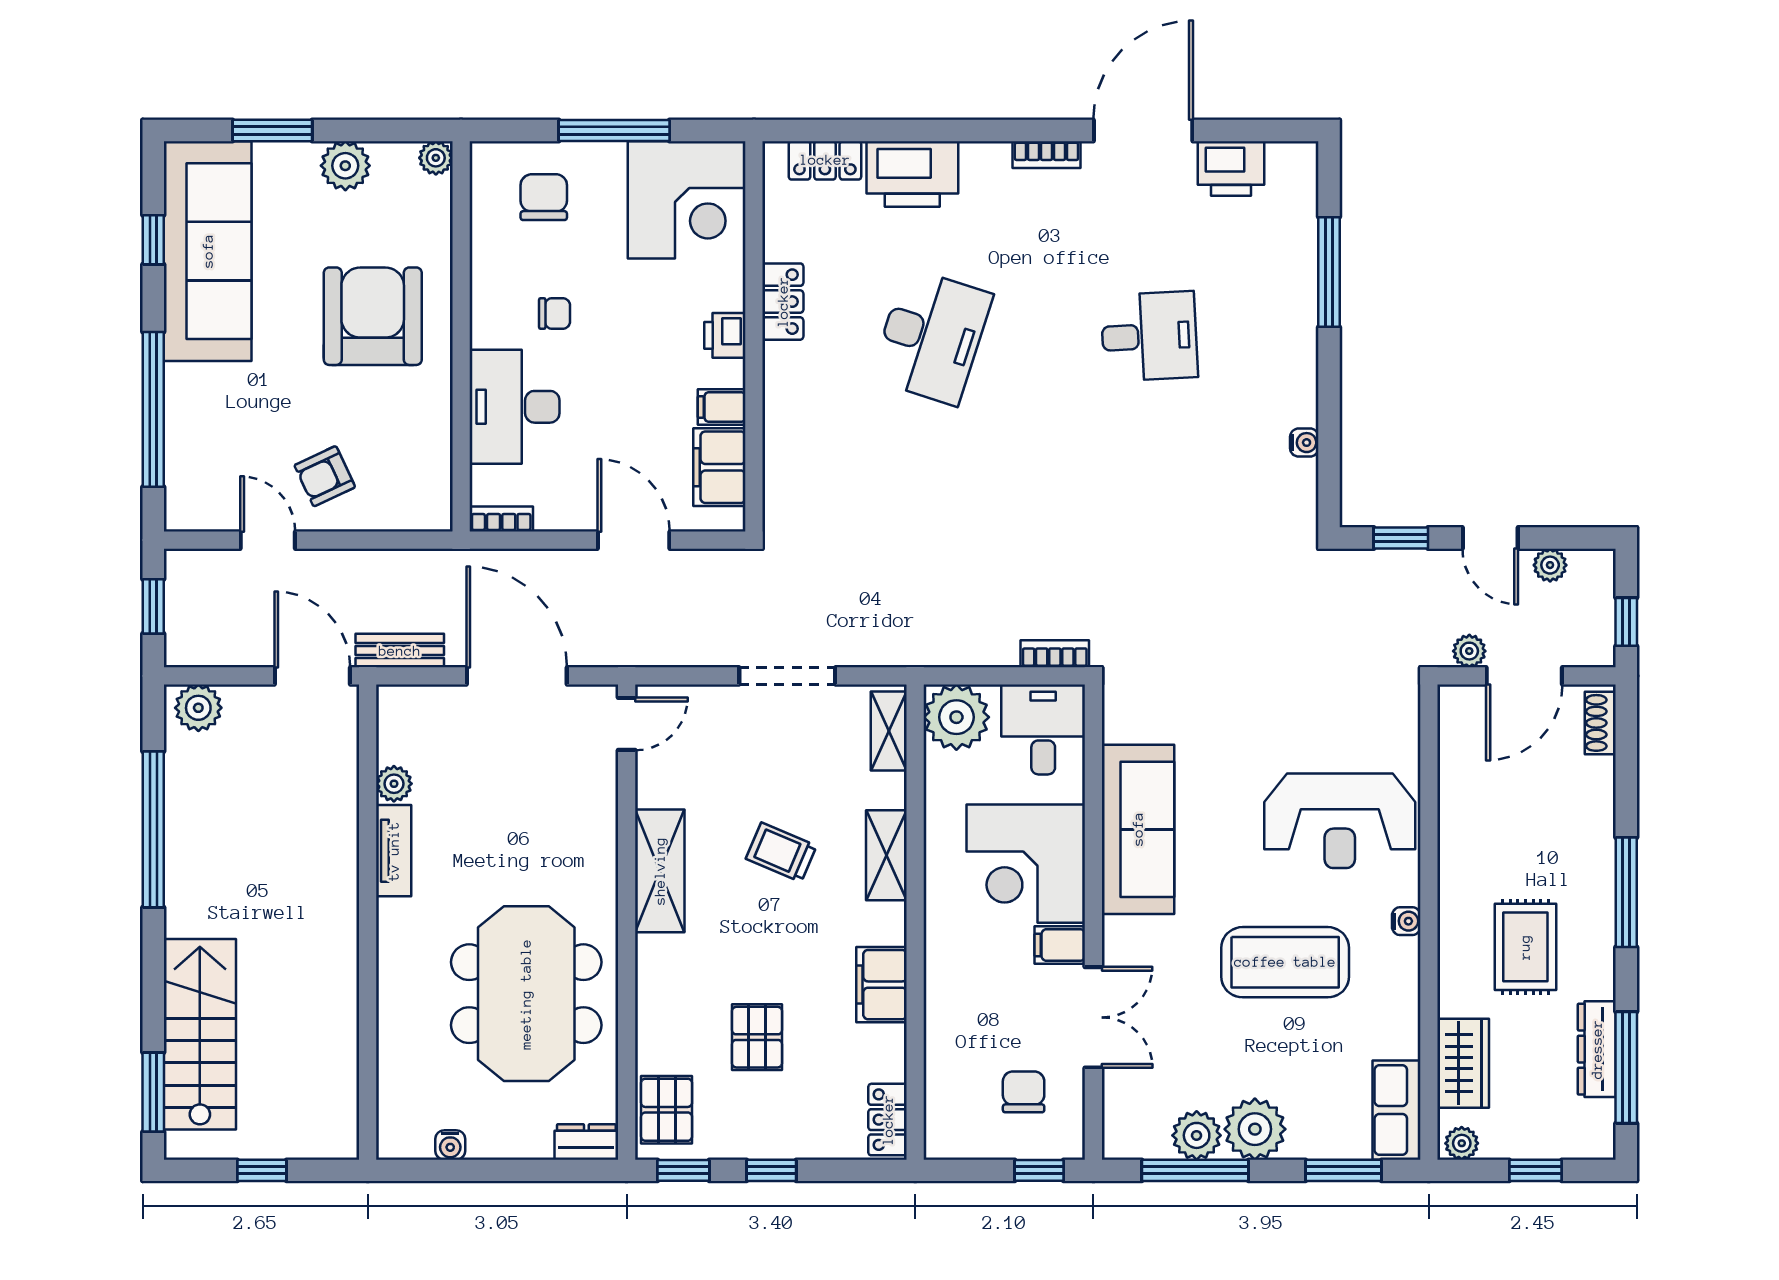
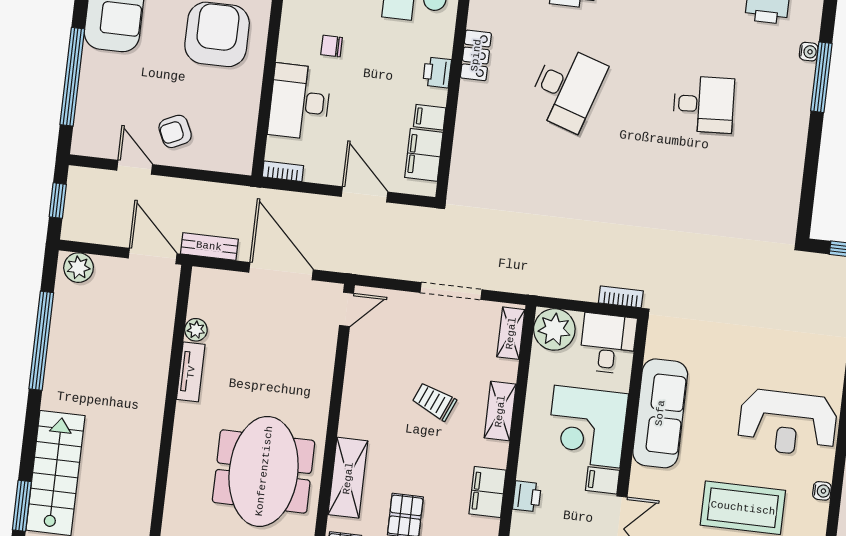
chair: (555, 313) -> (332, 46), turned 180
water cooler: (1304, 443) -> (809, 52), moved
shelving: (660, 871) -> (348, 478), moved
printer: (944, 984) -> (527, 496), added

